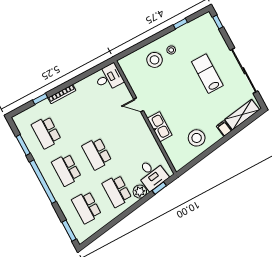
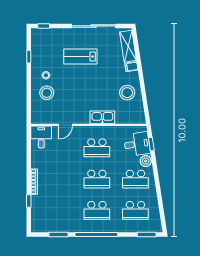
door: (139, 105) -> (66, 125), moved
school desk: (46, 132) -> (97, 148), moved

